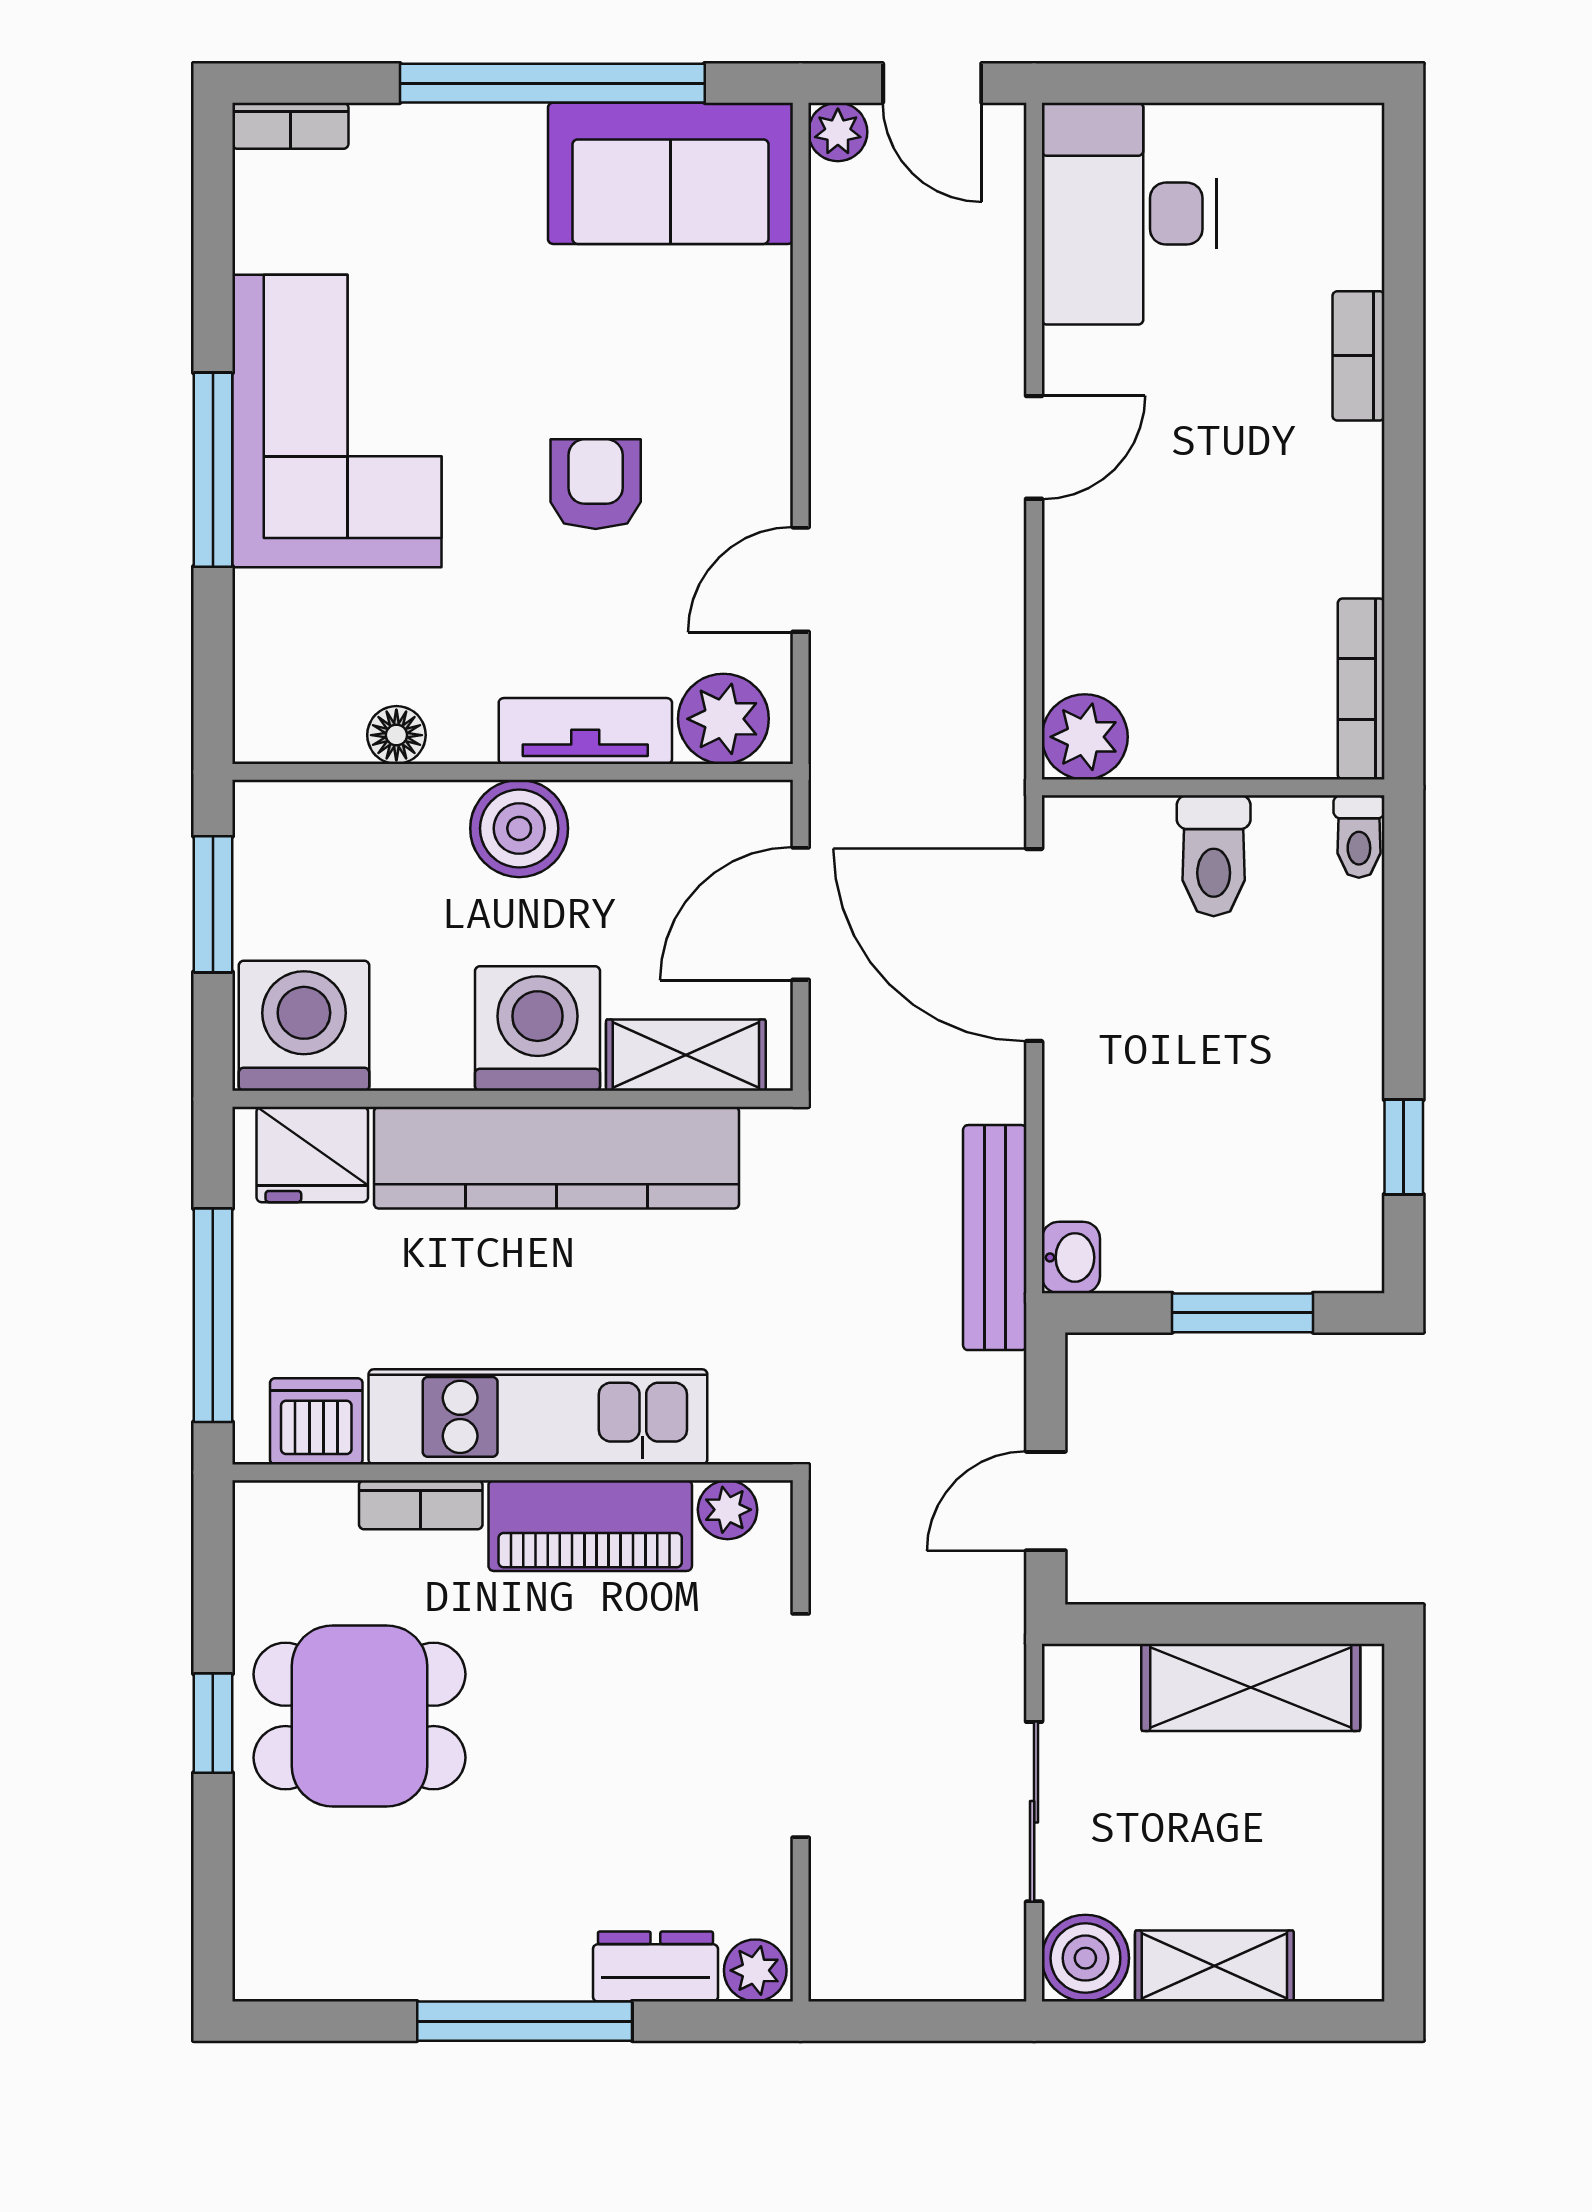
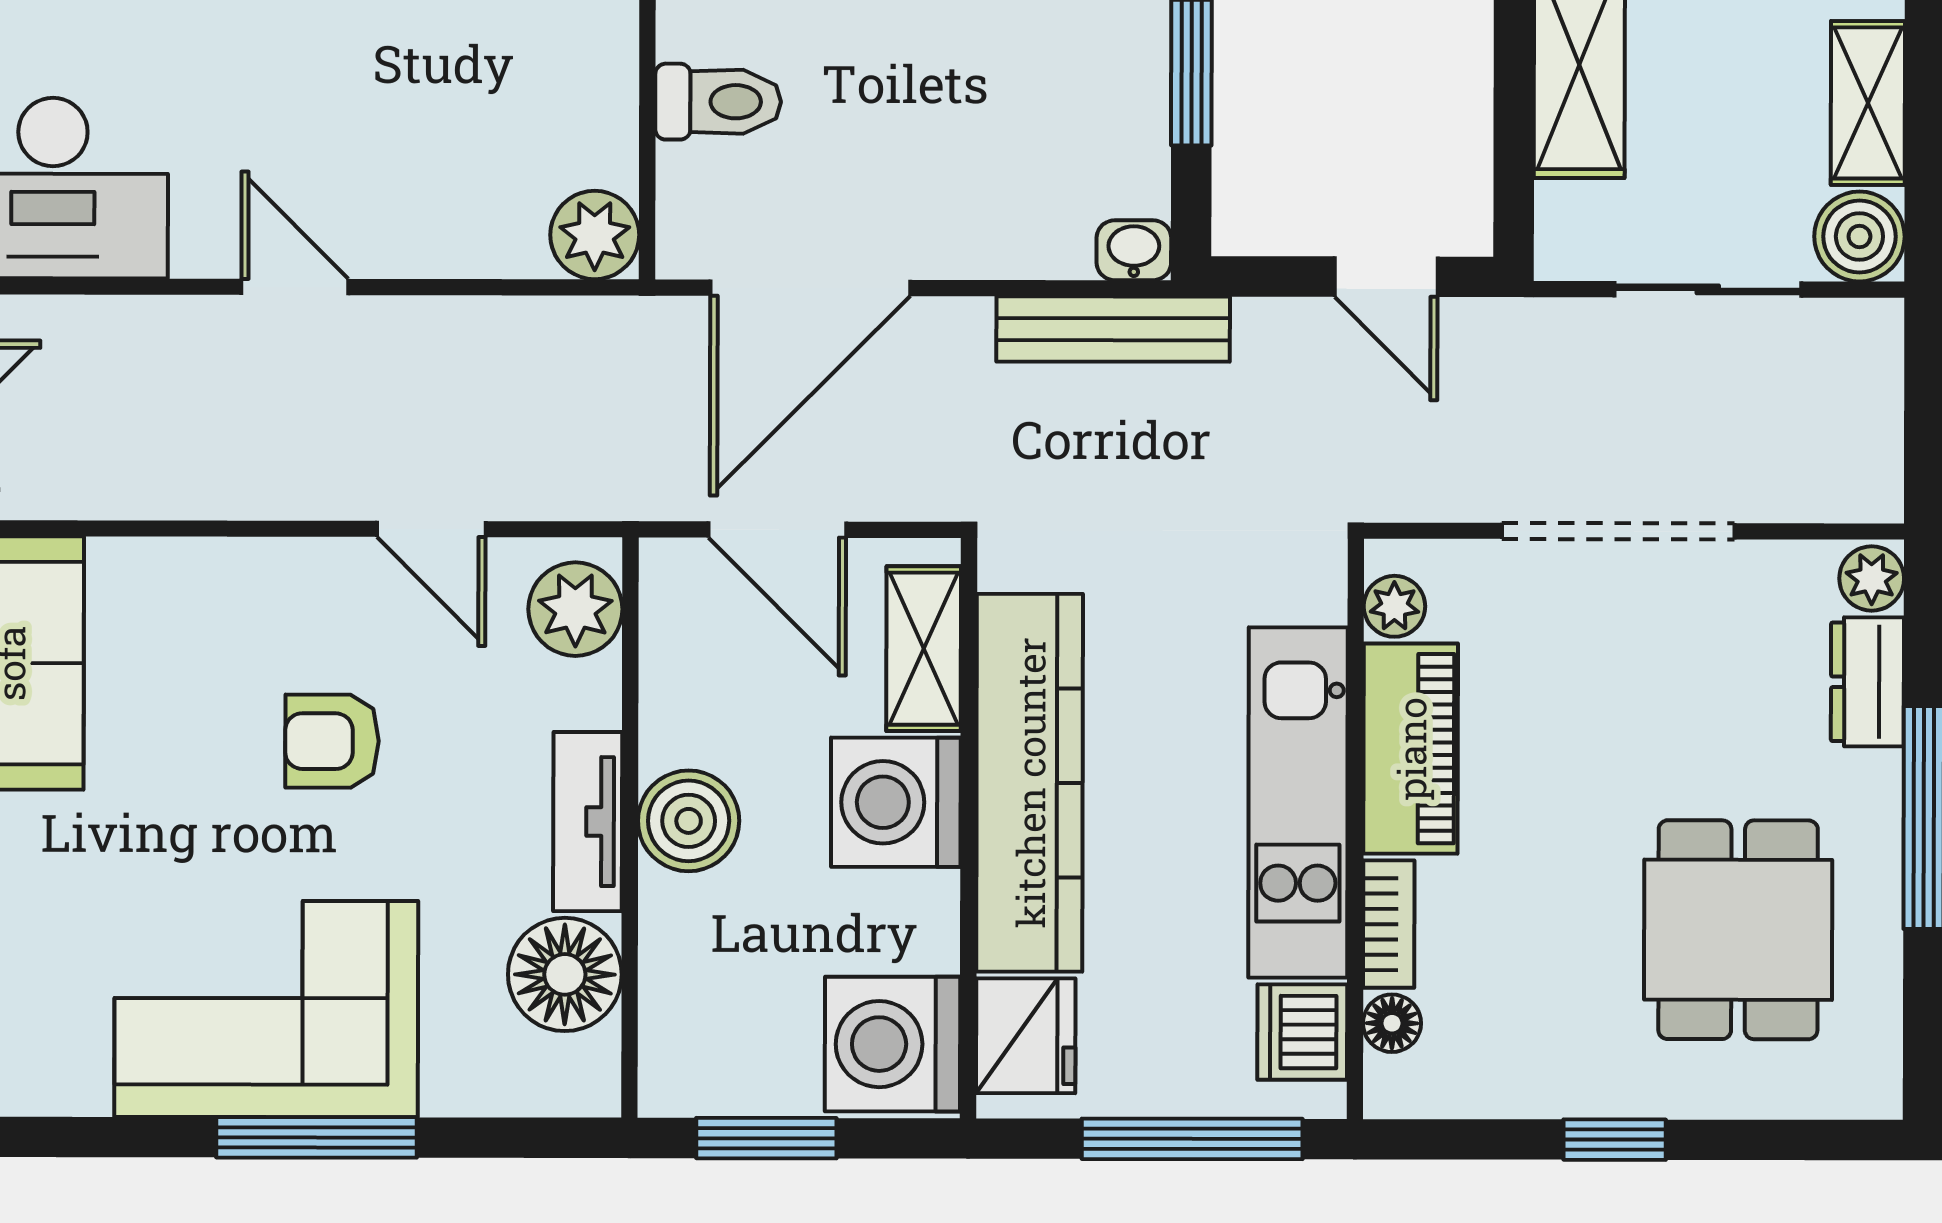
tv unit: (585, 731) -> (588, 822), moved
floor lamp: (396, 735) -> (565, 974), width x1.89, depth x1.89
floor lamp: (325, 1508) -> (1392, 1023), added
dining table: (360, 1716) -> (1738, 930), moved

